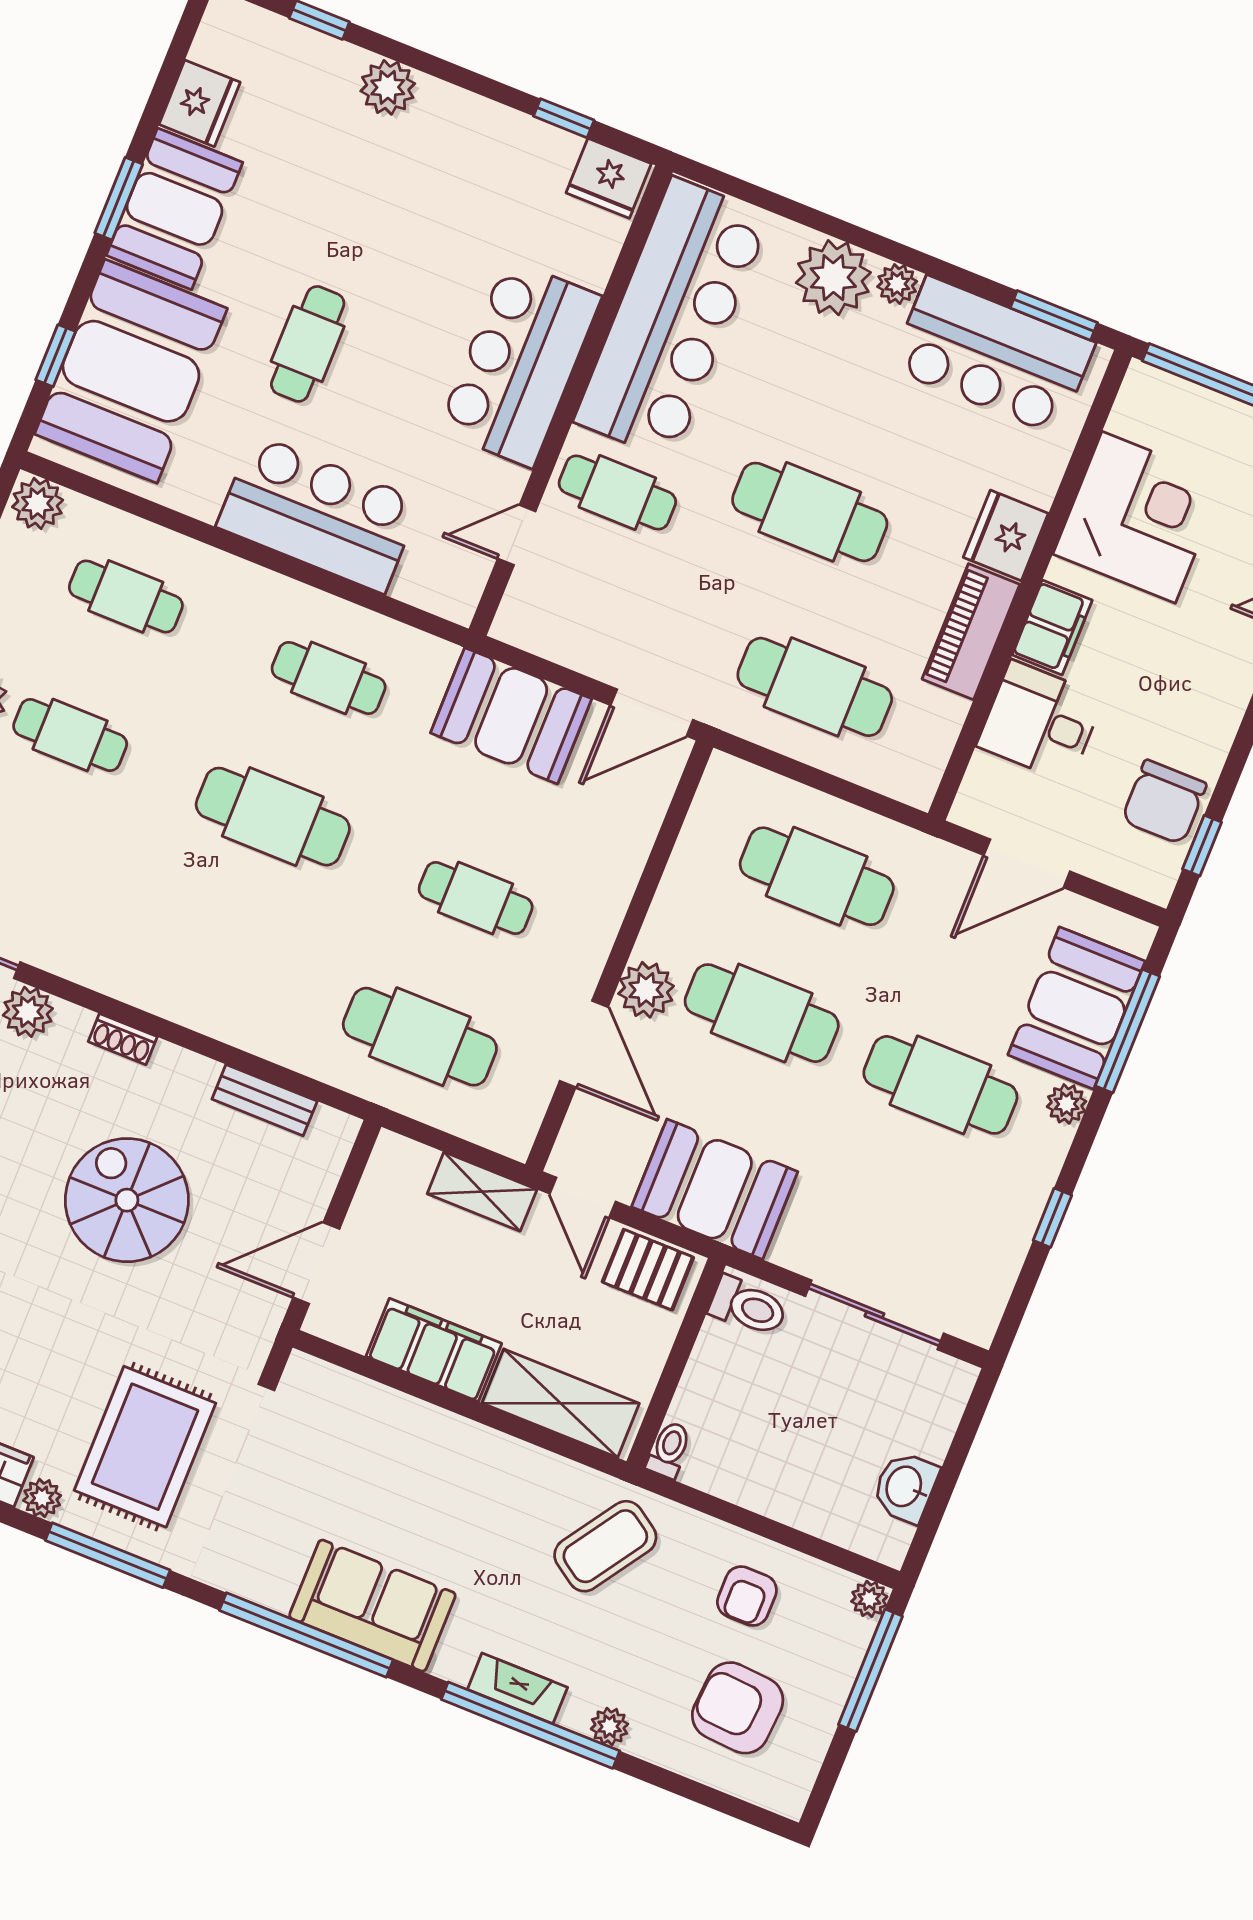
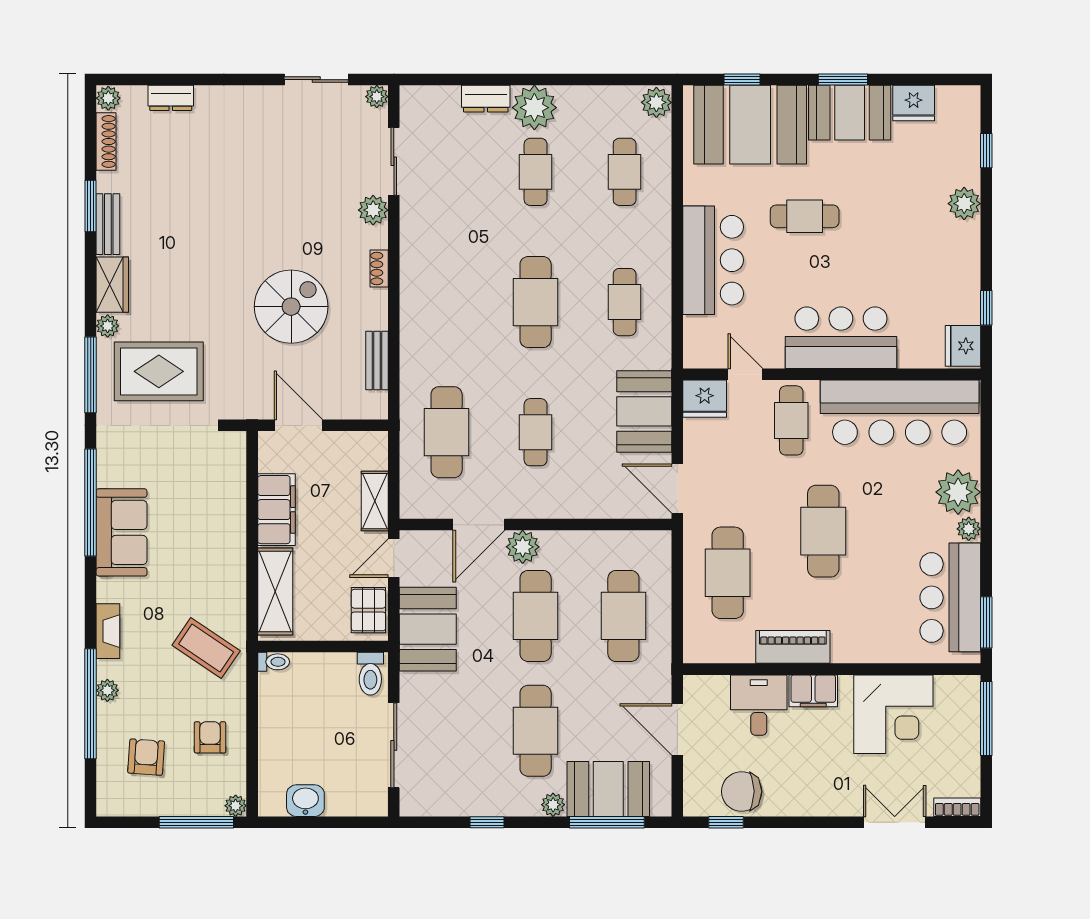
fridge: (1006, 535) -> (705, 399), moved, turned 180
armchair: (747, 1596) -> (210, 737), turned 90
armchair: (738, 1708) -> (146, 757), width x0.72, depth x0.72
window: (531, 1725) -> (91, 704), moved

